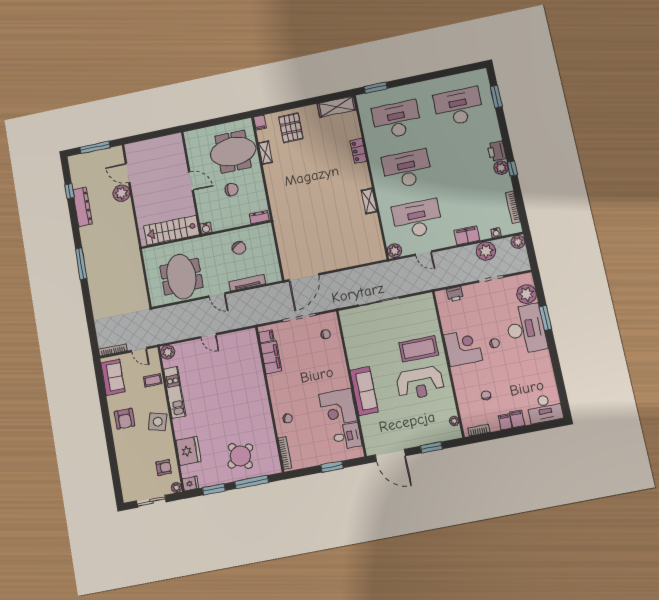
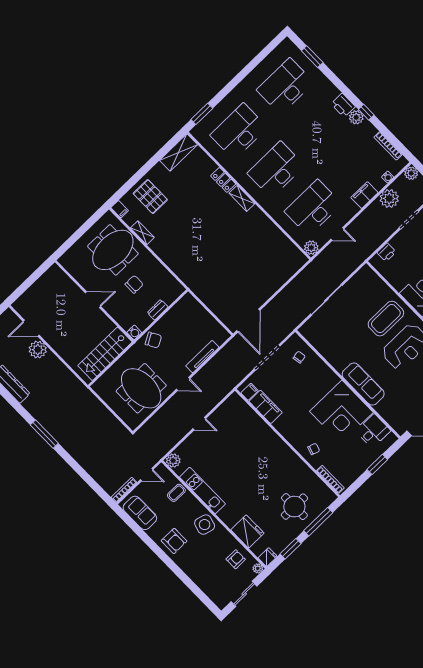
shelving: (369, 201) -> (242, 198), moved
dresser: (259, 217) -> (158, 310), moved
chair: (239, 248) -> (153, 340), moved
corner desk: (338, 407) -> (341, 412), width x1.36, depth x1.36
round table: (240, 456) -> (294, 507), turned 33

